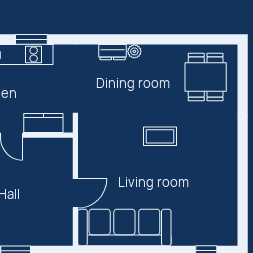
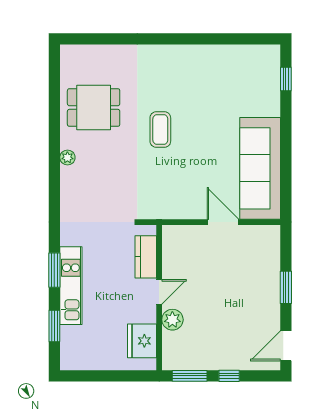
dresser: (113, 52) -> (68, 181), removed
dining table: (206, 77) -> (94, 108), moved

